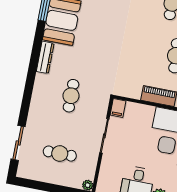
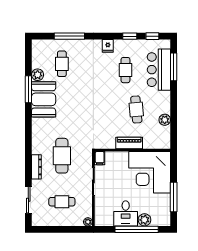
dresser: (45, 57) -> (36, 167), moved
cafe table: (71, 96) -> (62, 156), width x1.37, depth x1.35

